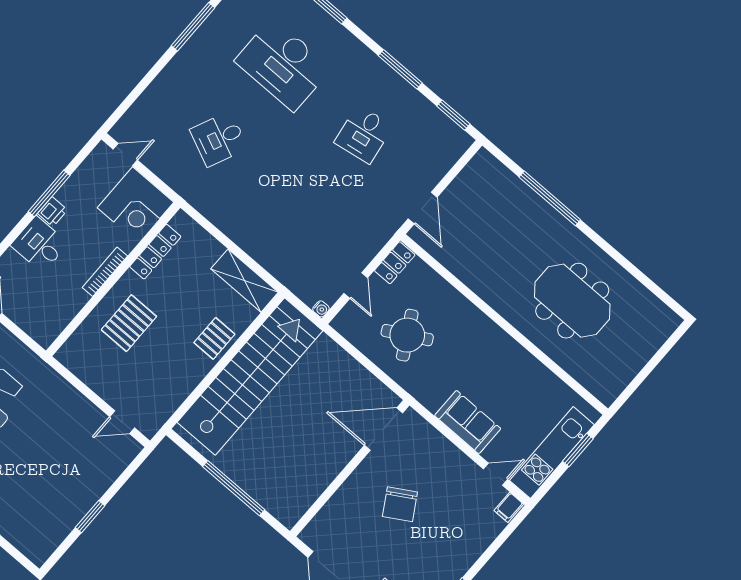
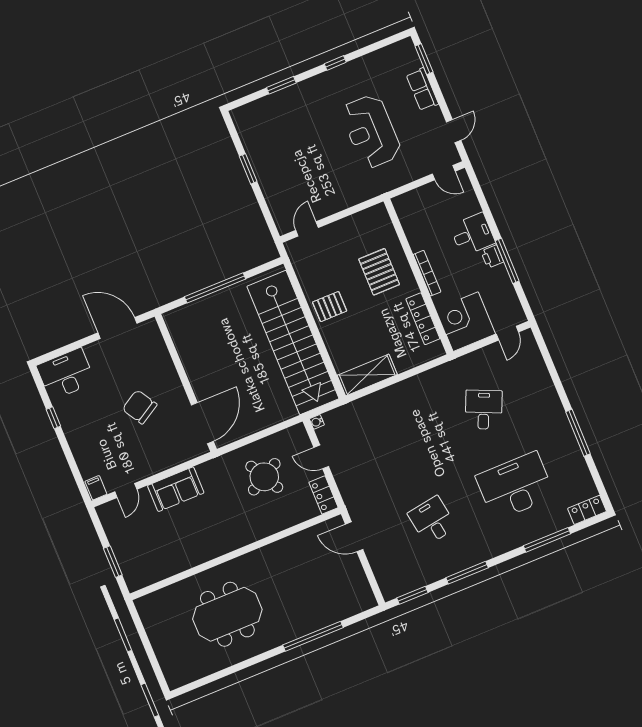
pallet: (214, 338) -> (330, 307), moved, turned 90
kitchen unit: (552, 453) -> (121, 541), removed

